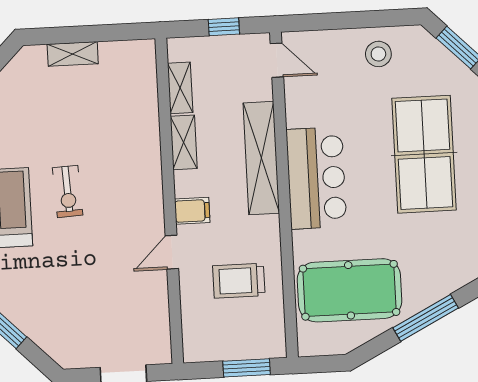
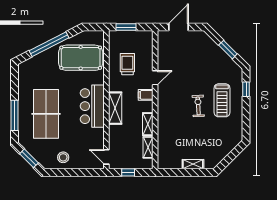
shelving: (261, 158) -> (115, 108), width x0.68
trolley: (239, 281) -> (127, 64), turned -90
window: (426, 318) -> (49, 44), width x1.46

